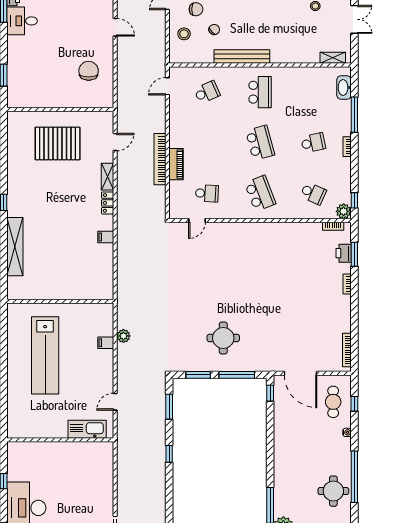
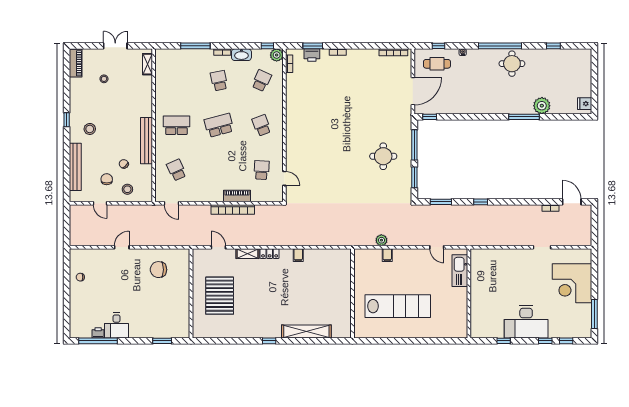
washbasin: (344, 87) -> (241, 55), moved
school desk: (260, 193) -> (262, 125), width x0.54

